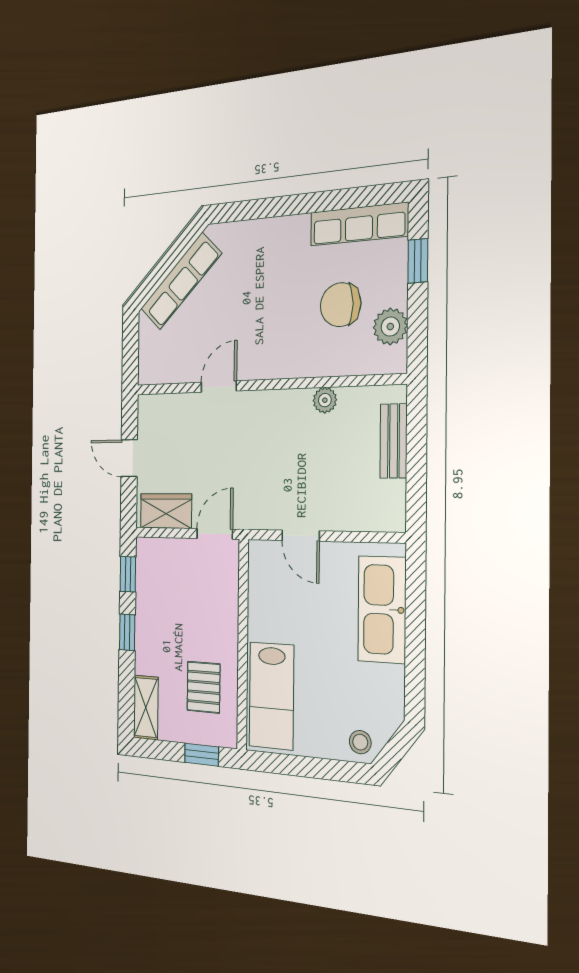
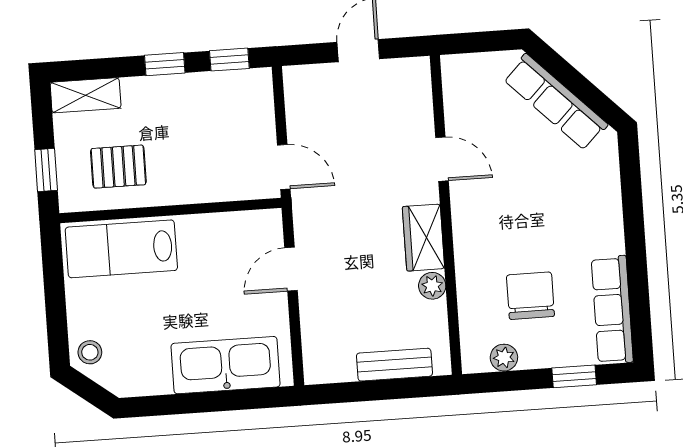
plant: (390, 327) -> (504, 358), width x0.73, depth x0.73
wardrobe: (166, 511) -> (423, 238), moved, turned 180

